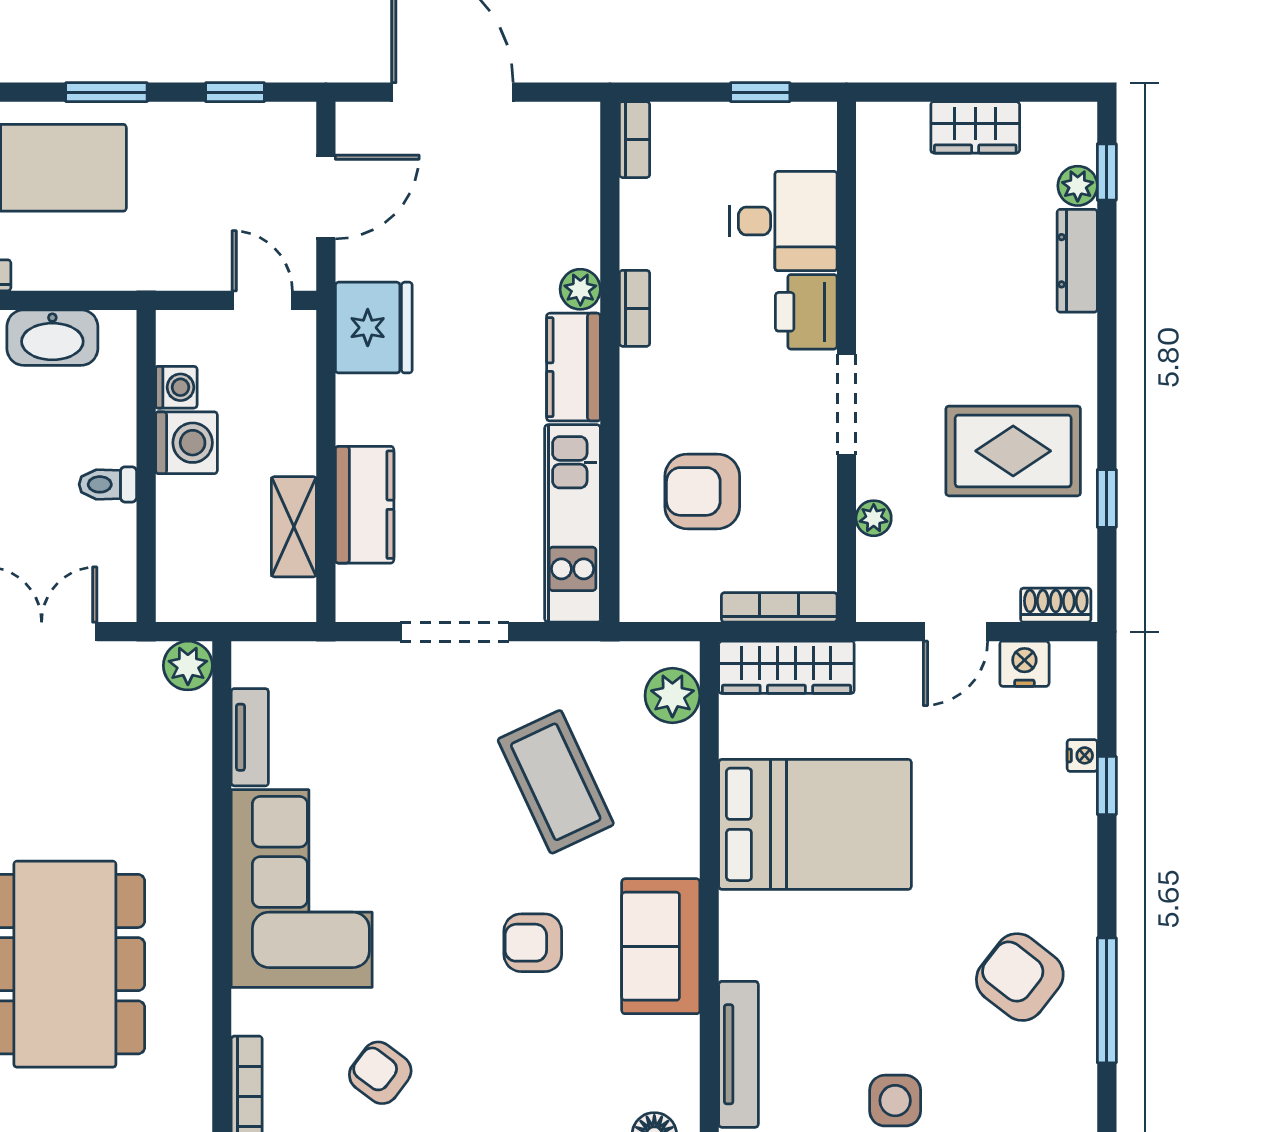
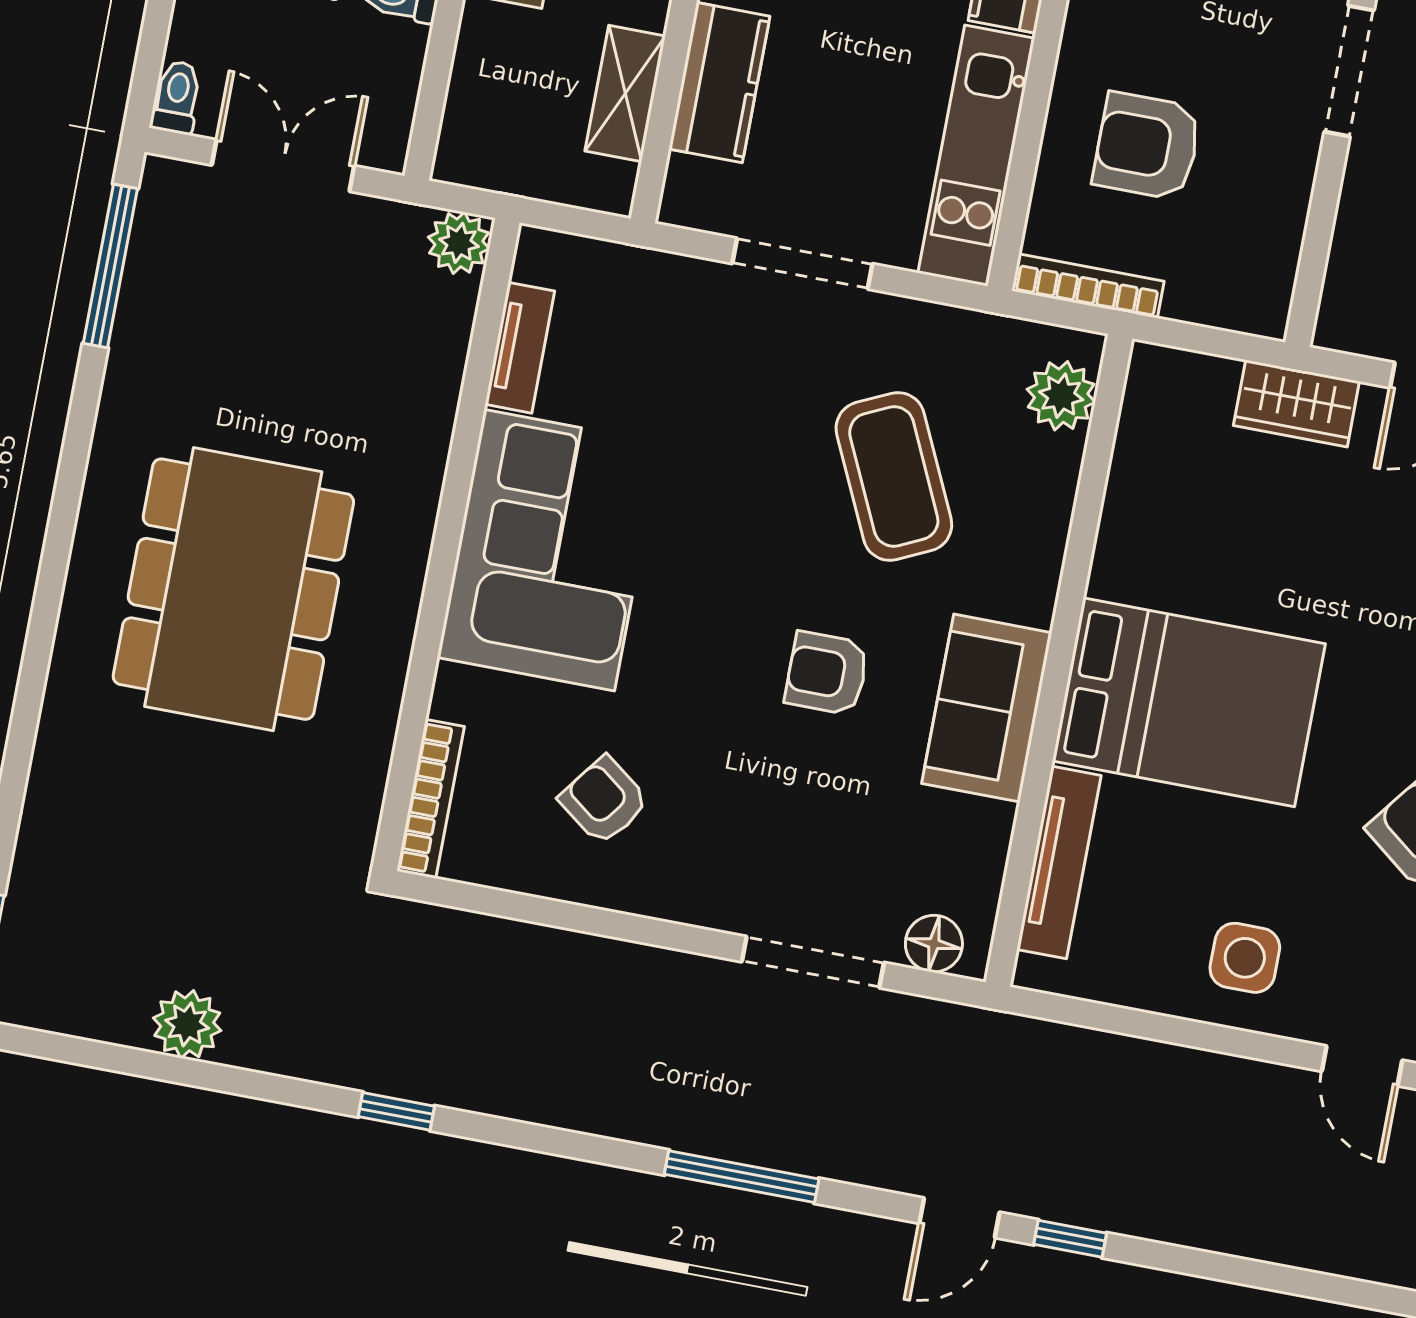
plant: (874, 518) -> (1356, 220), removed
bookcase: (779, 607) -> (1088, 286), moved
wardrobe: (786, 667) -> (1296, 403), moved, width x0.67
bed: (815, 824) -> (1189, 702), moved

